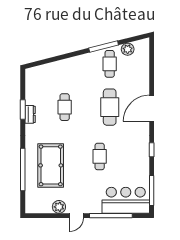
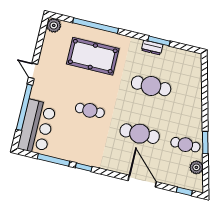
window: (104, 47) -> (205, 143), width x0.69
window: (152, 55) -> (184, 191), added
cafe table: (65, 107) -> (151, 86), width x1.37, depth x1.35
door: (152, 108) -> (142, 181), moved
window: (152, 190) -> (53, 160), moved
plant: (59, 207) -> (54, 25), moved

